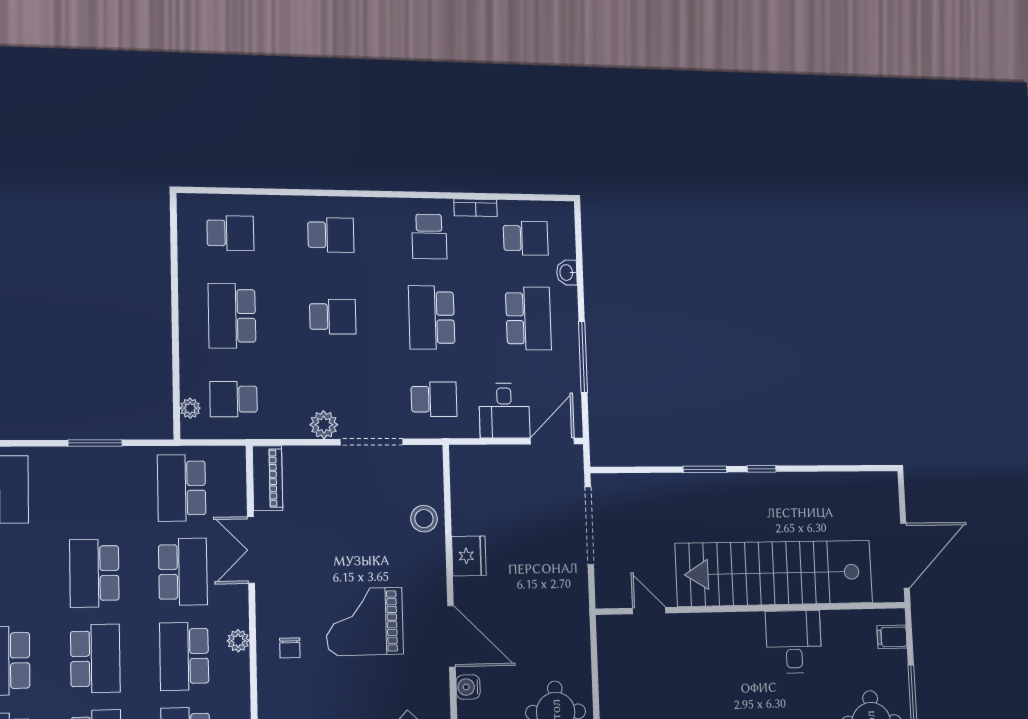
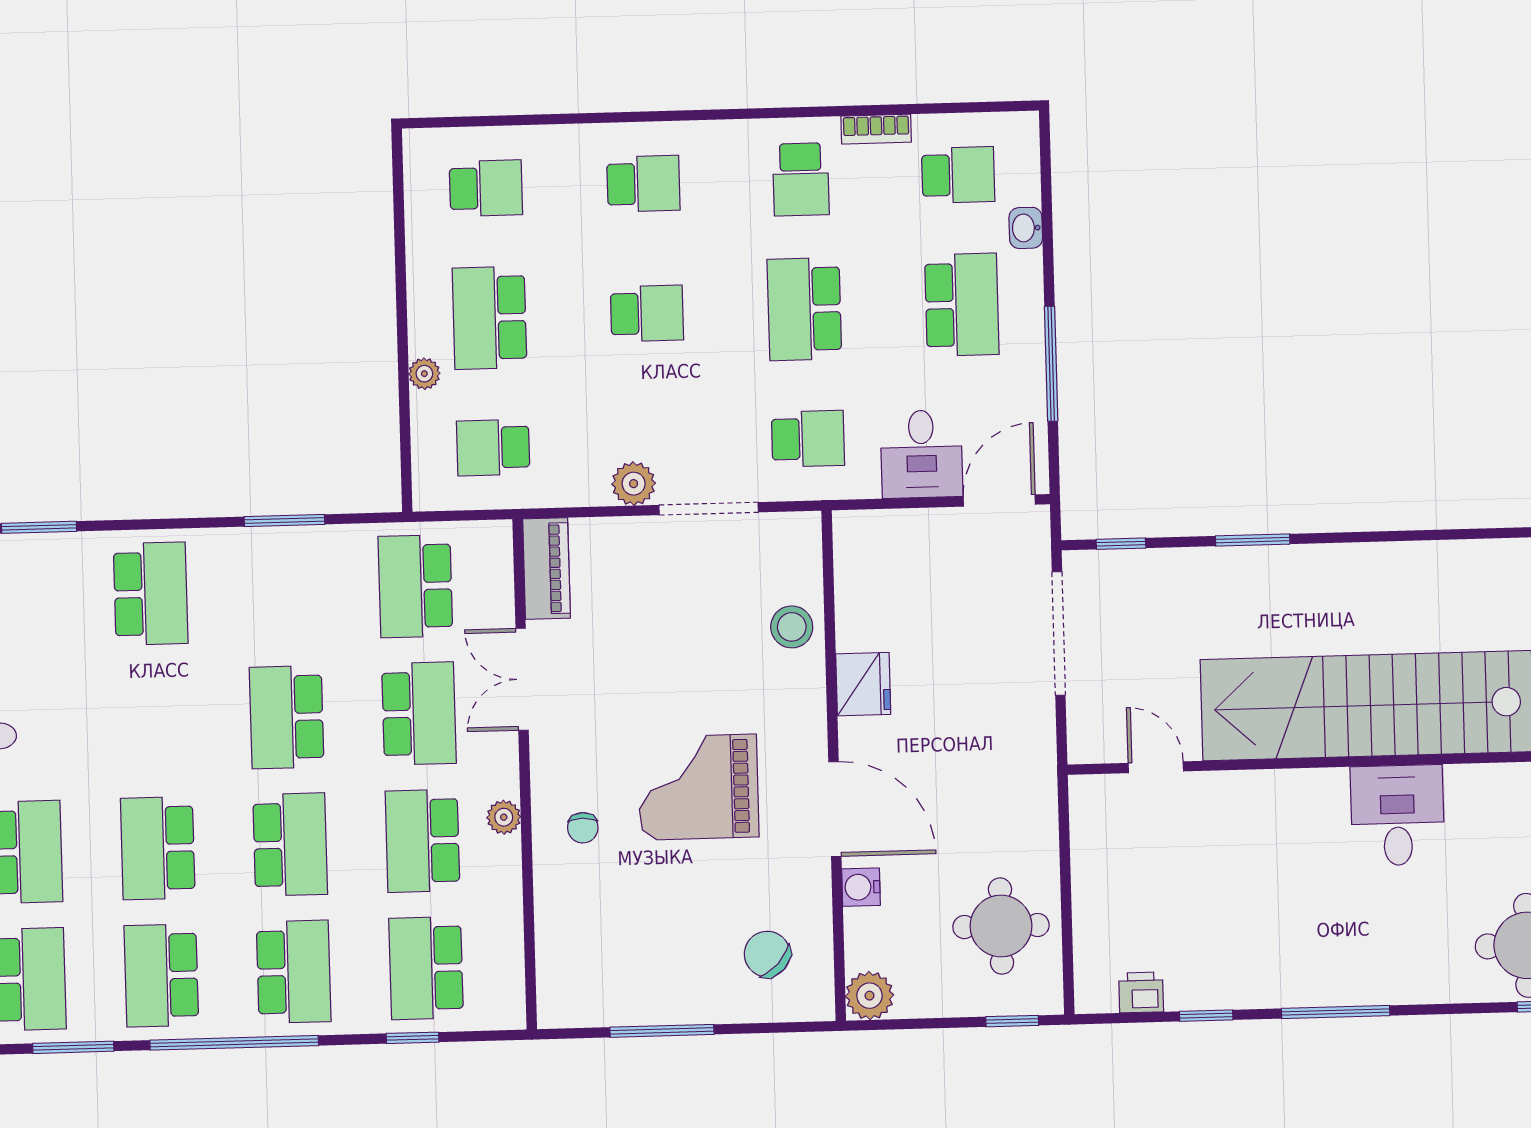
plant: (190, 408) -> (424, 374), moved
window: (762, 469) -> (1121, 544), moved

